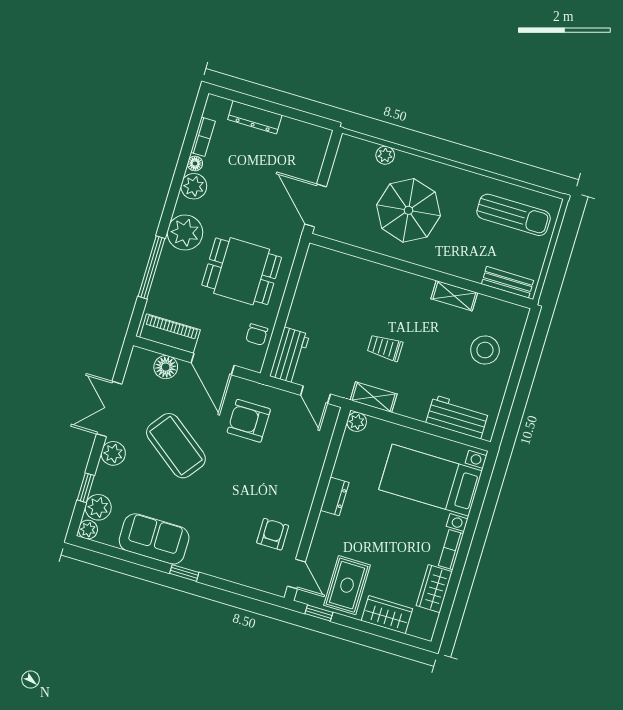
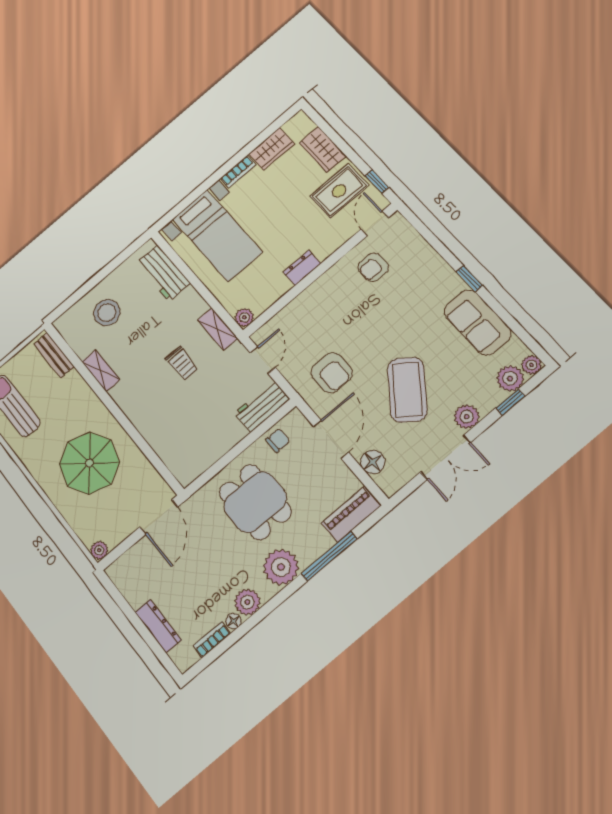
plant: (385, 155) -> (99, 550), moved
piano: (170, 334) -> (351, 514), moved, turned 90

